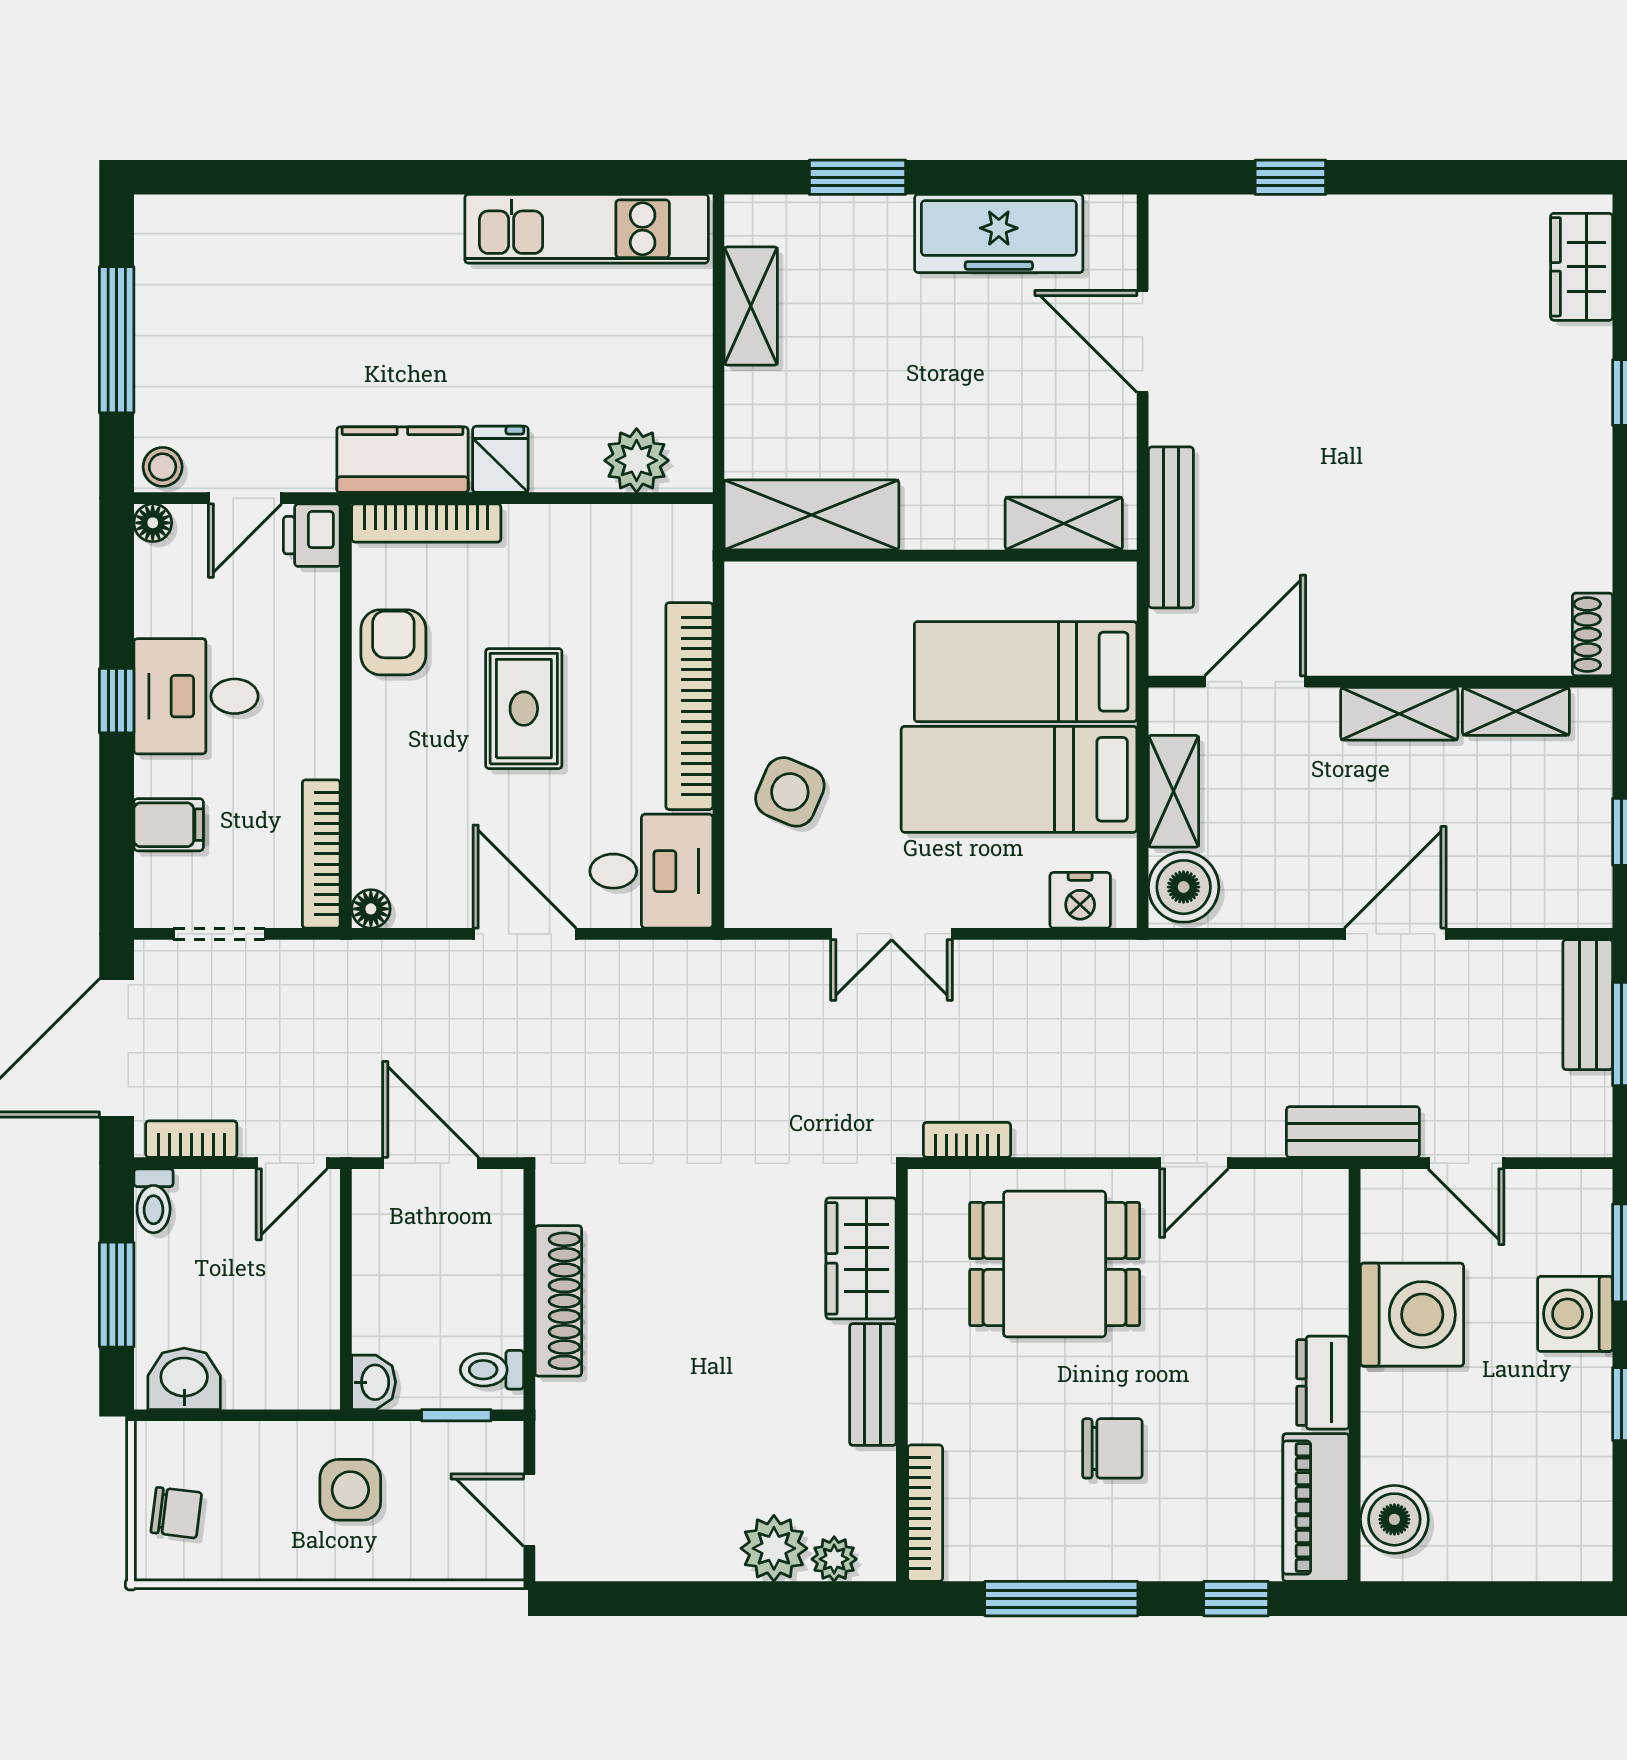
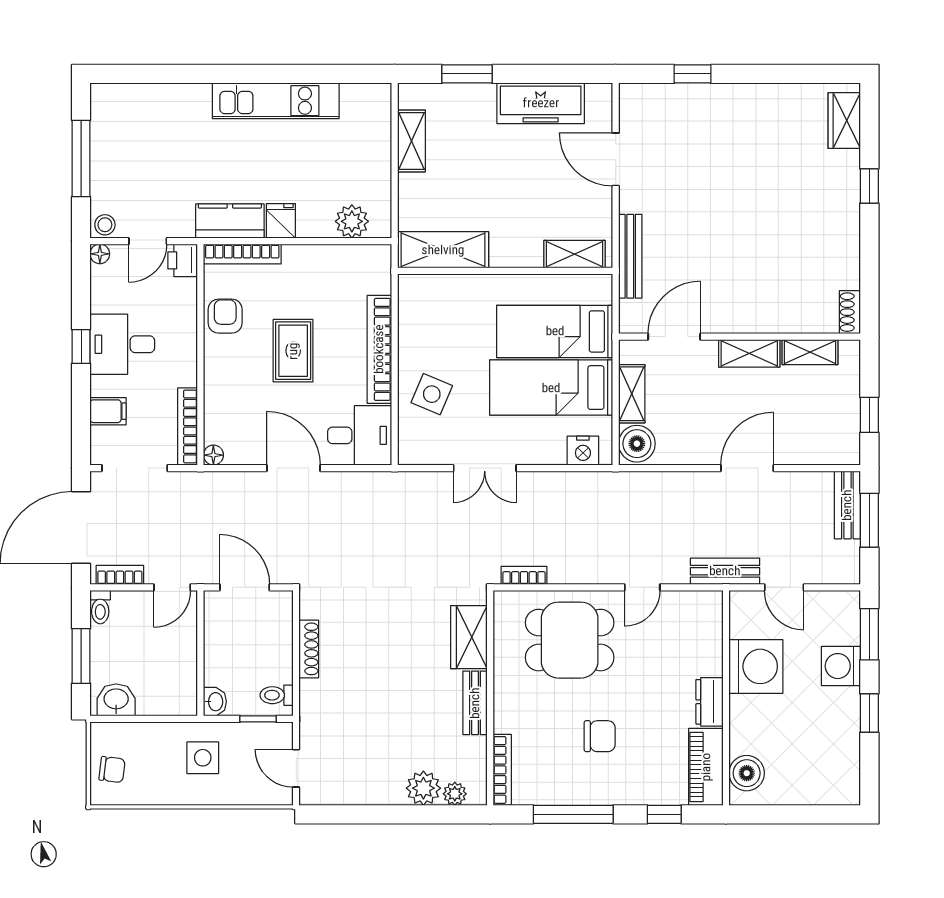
kitchen unit: (587, 229) -> (276, 101), moved
doorway: (220, 934) -> (135, 468), width x1.38
shoe rack: (558, 1301) -> (309, 649), width x0.74, depth x0.81

